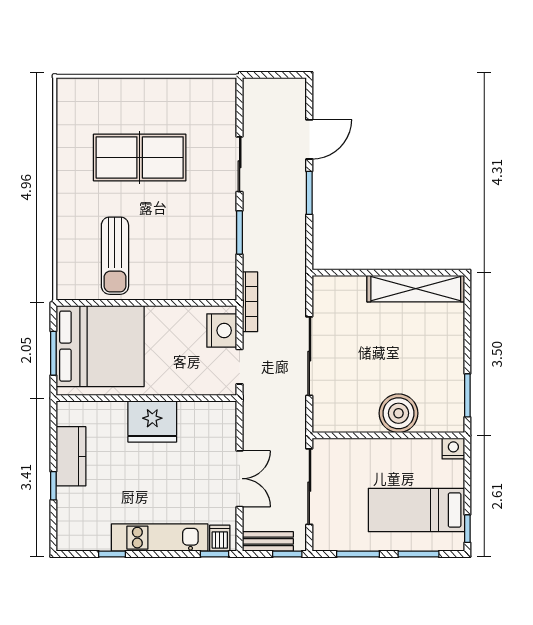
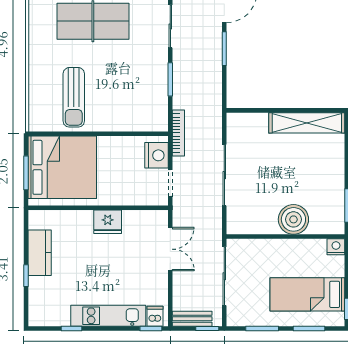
fridge: (152, 422) -> (108, 222), width x0.73, depth x0.75
double door: (240, 479) -> (170, 249), moved

